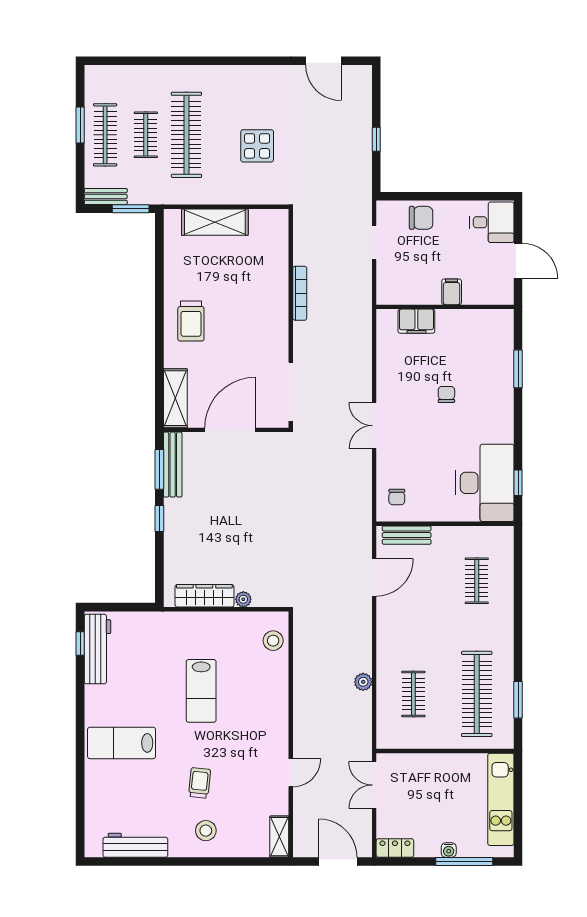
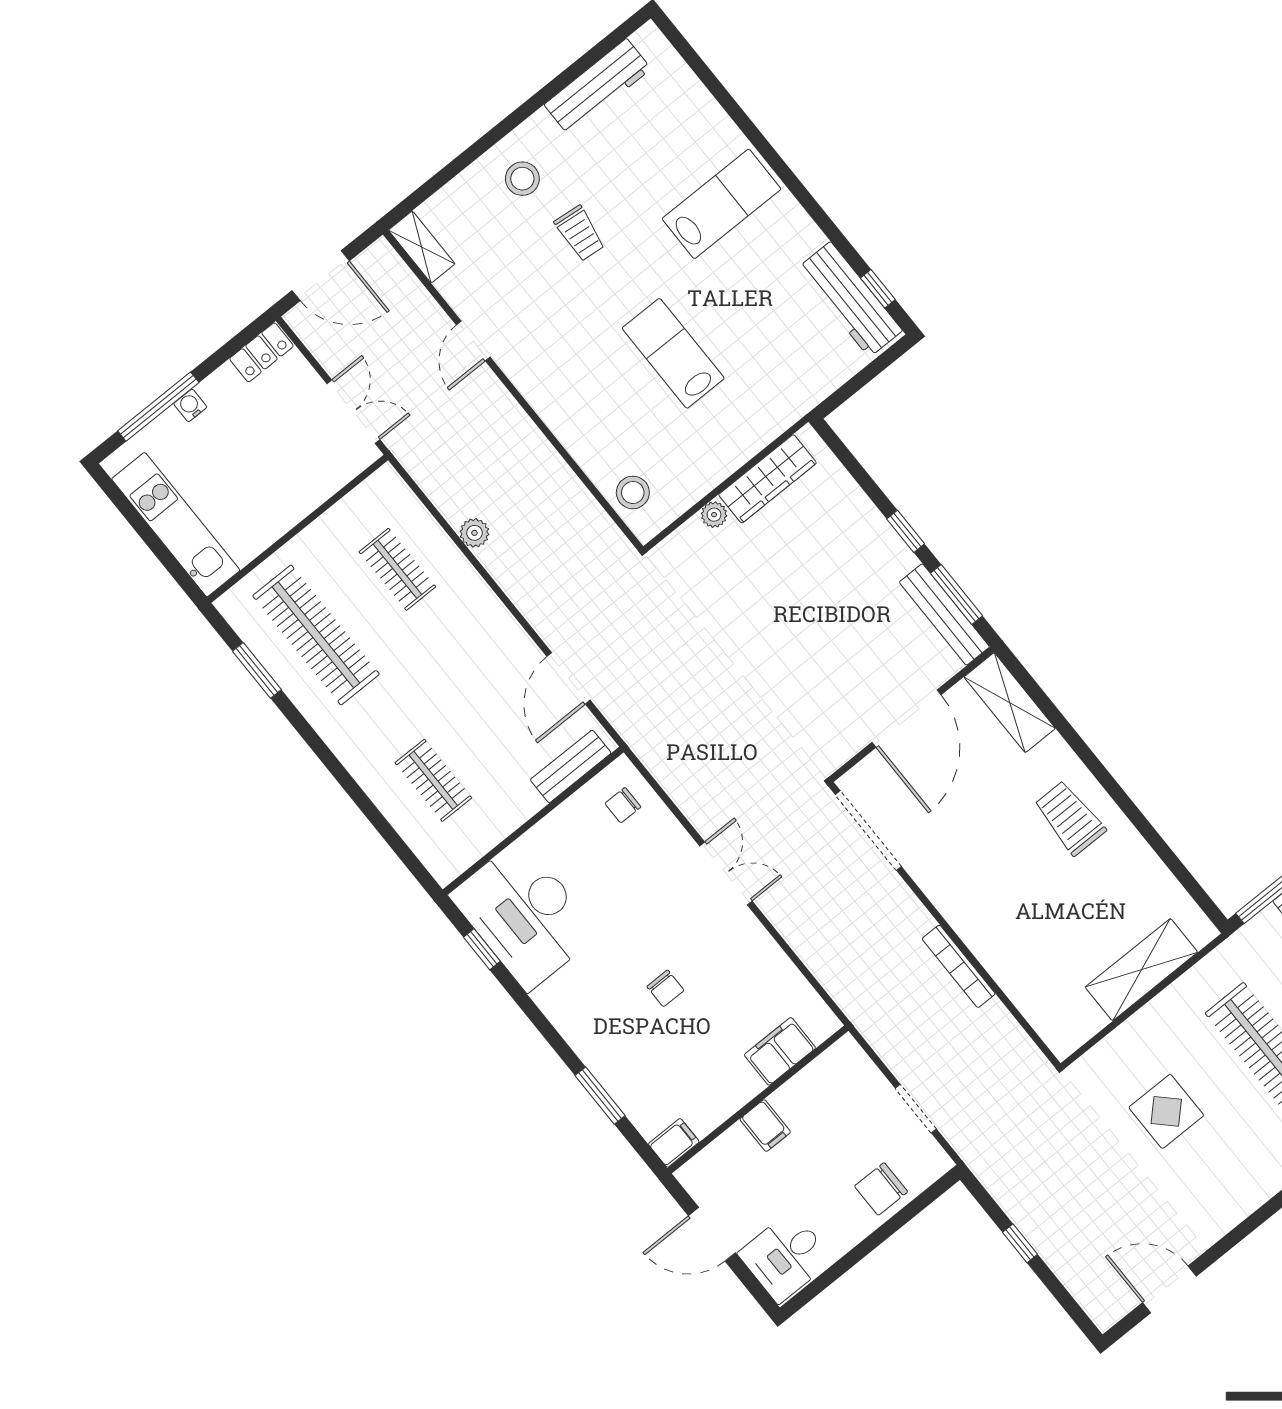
filing cabinet: (501, 318) -> (674, 1143), added
chair: (397, 497) -> (623, 805), turned -90

